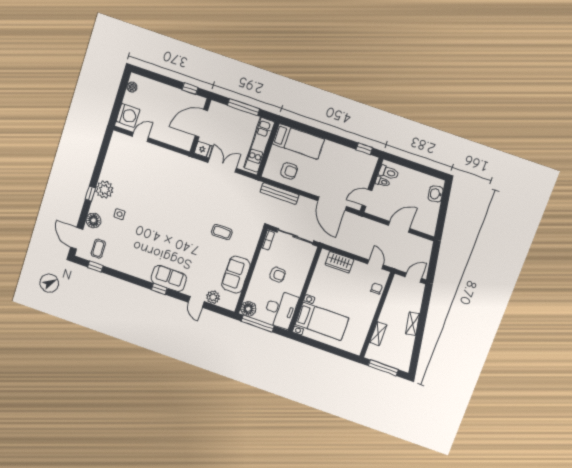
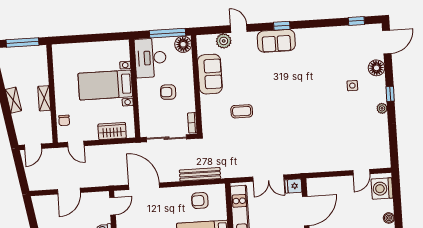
plant: (105, 190) -> (382, 108), width x0.53, depth x0.53
door: (77, 238) -> (387, 42), hinge flipped
coffee table: (98, 249) -> (360, 41), removed
bed with nightstands: (322, 321) -> (105, 85), moved
shelving: (378, 334) -> (44, 98), moved

